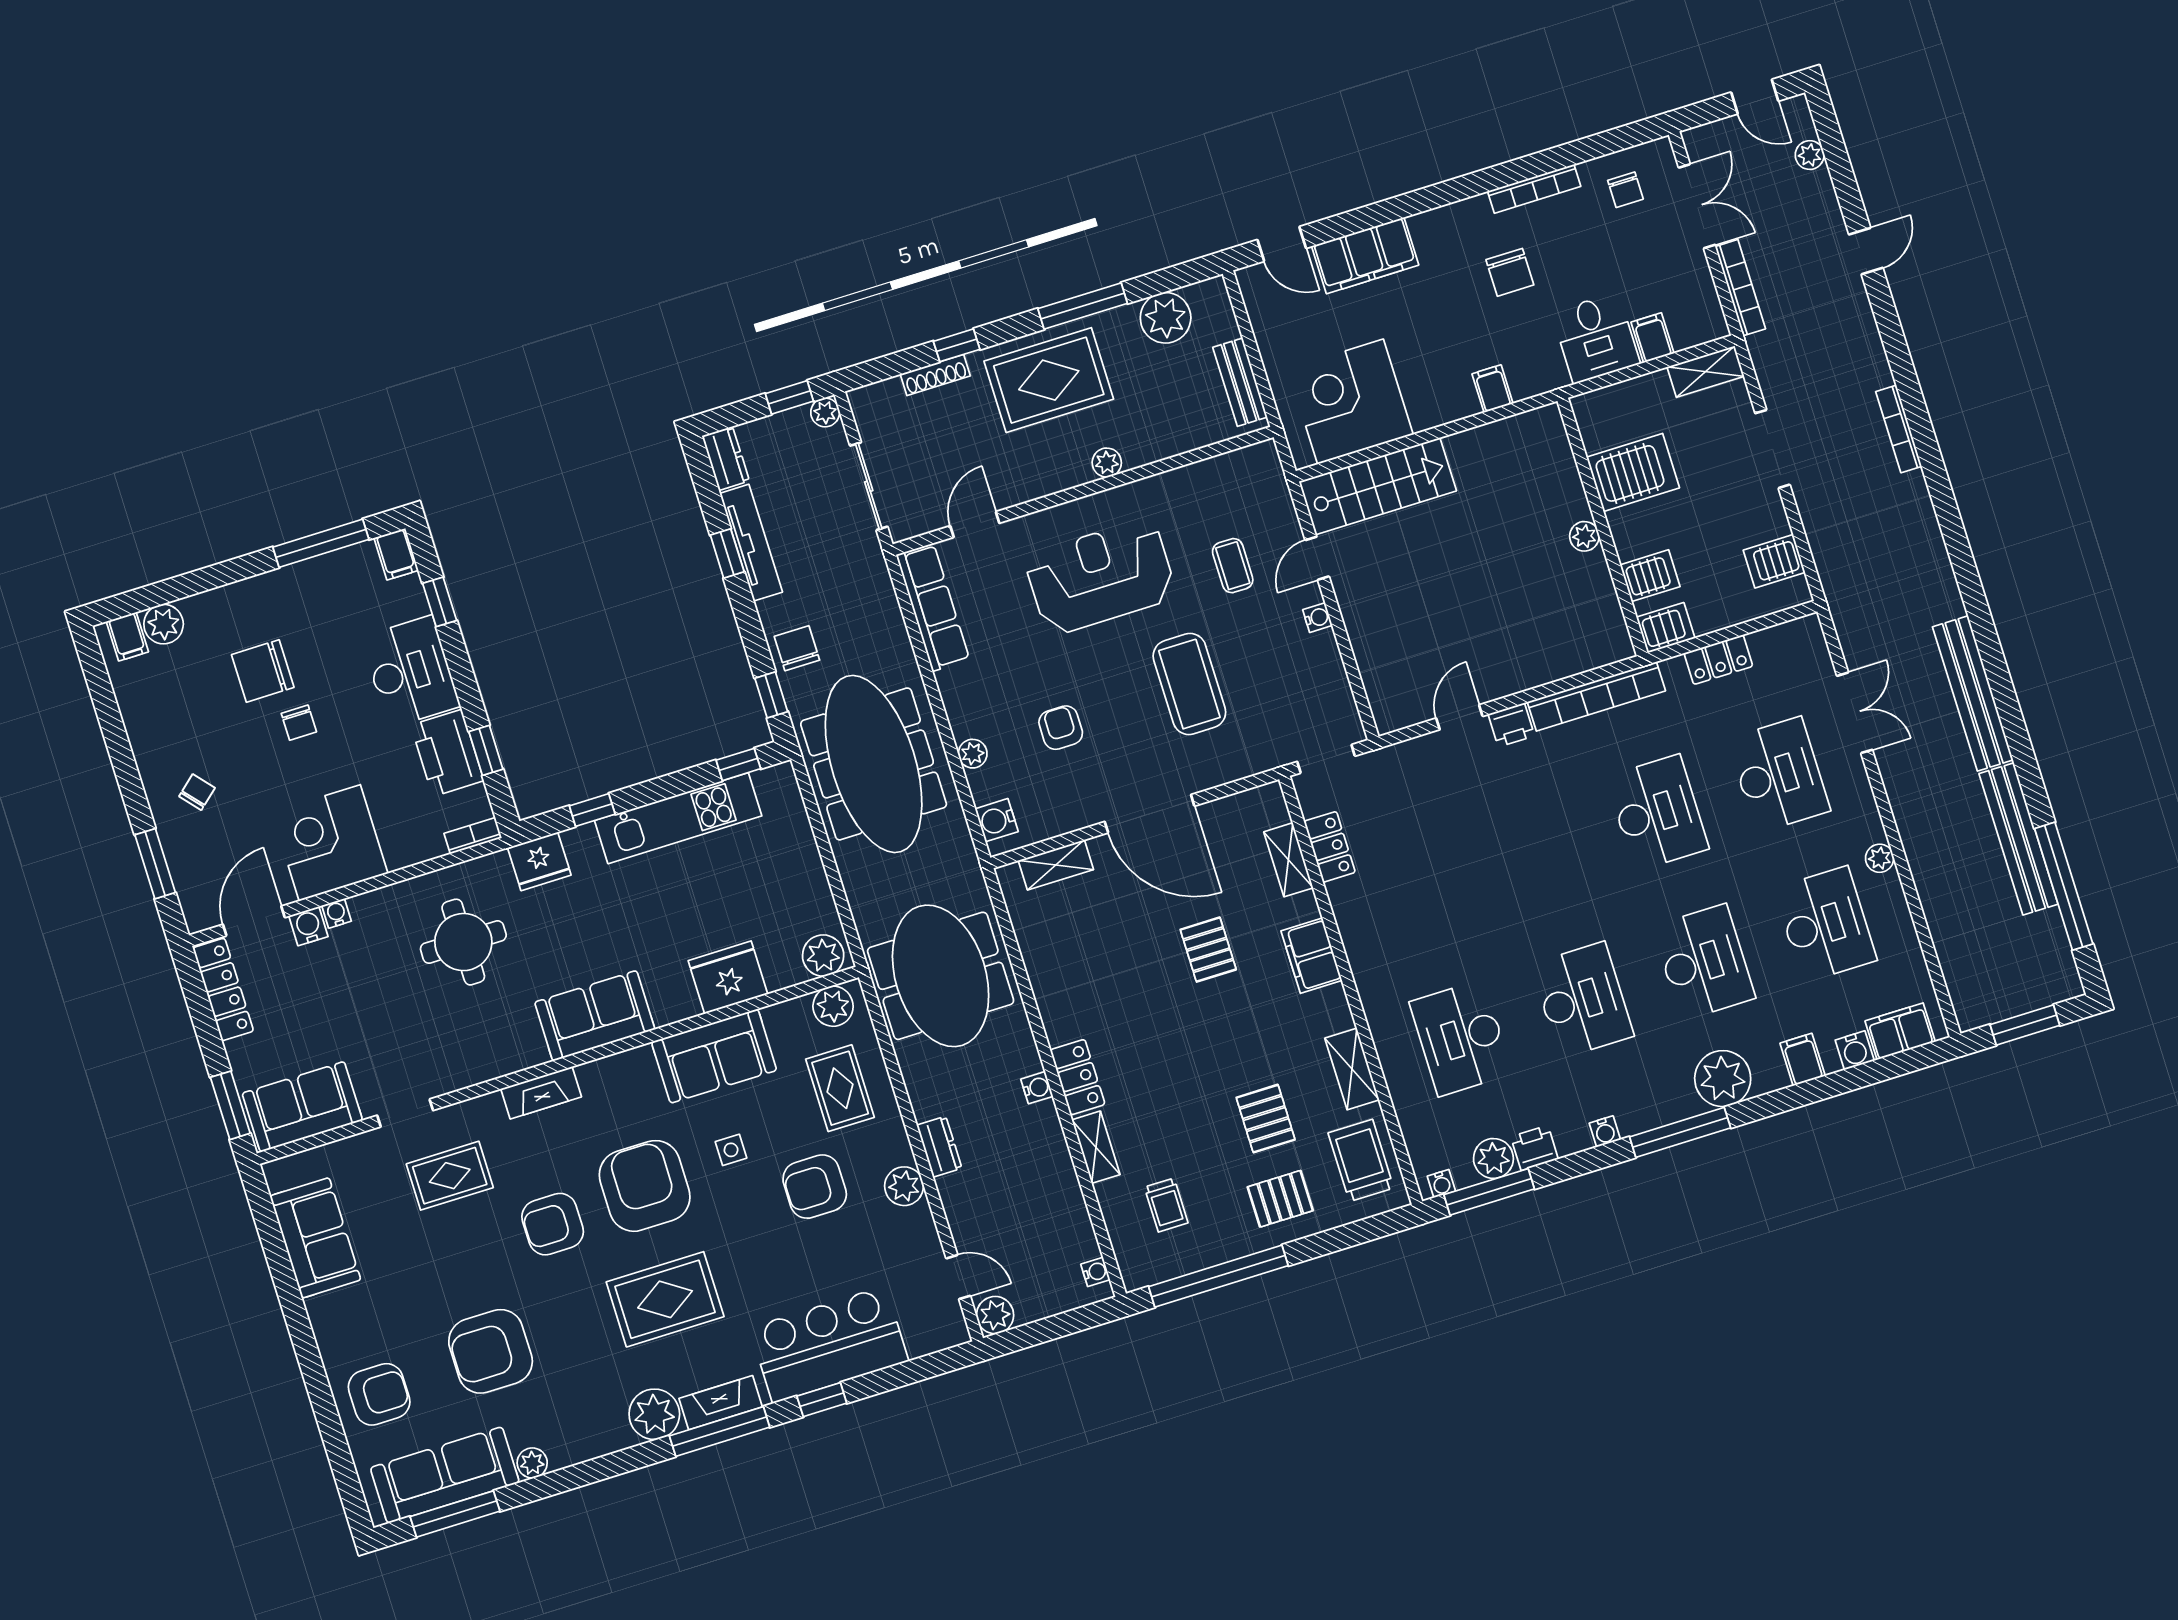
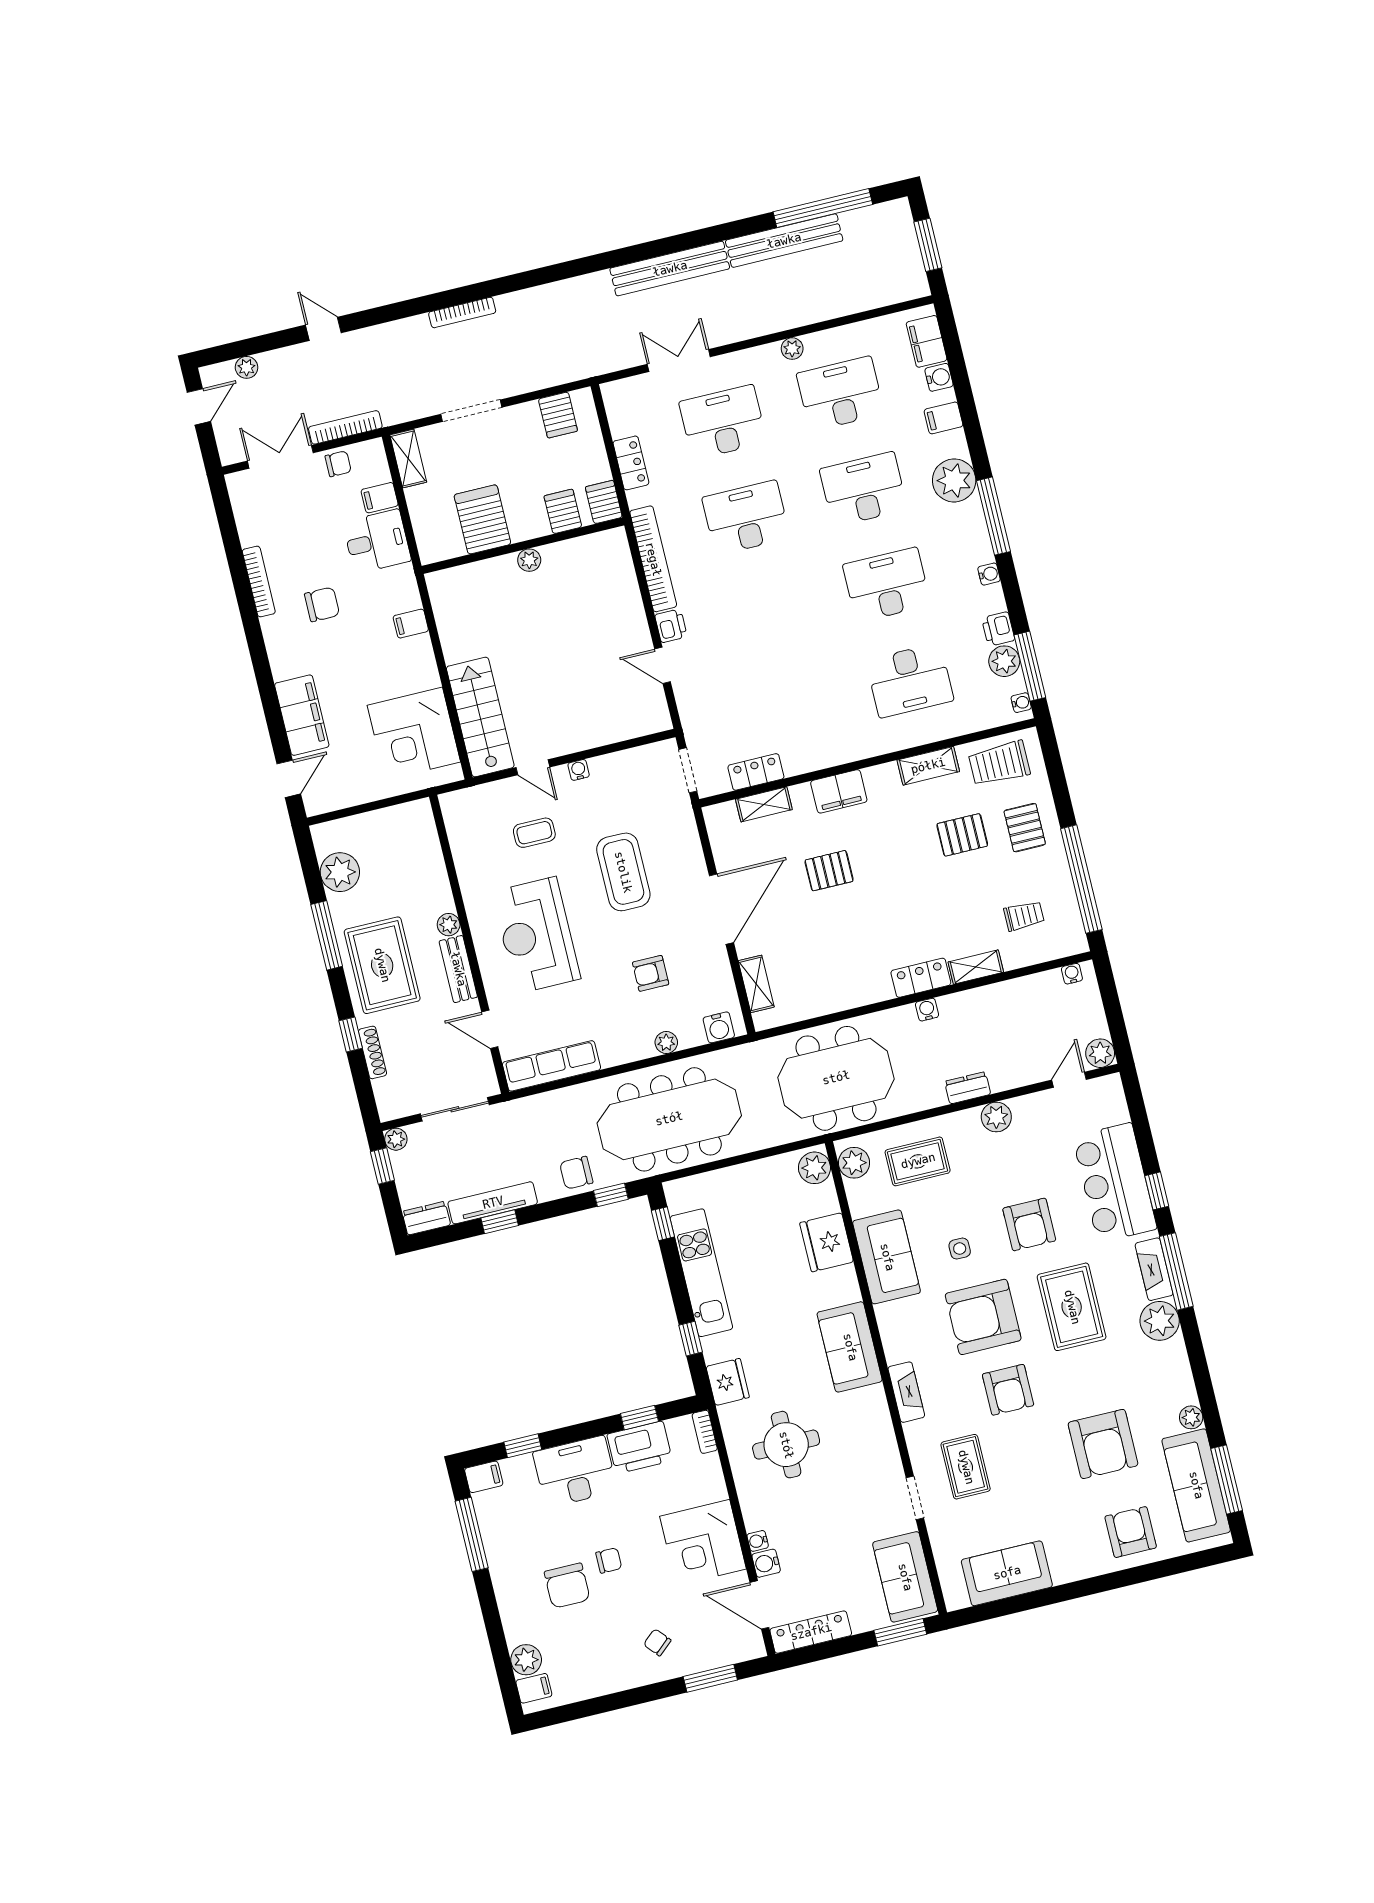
chair: (1625, 190) -> (338, 464), moved
bench: (1240, 382) -> (458, 969), moved, turned 90
coffee table: (1189, 684) -> (623, 872), turned 90
armchair: (815, 1187) -> (1029, 1224), moved

